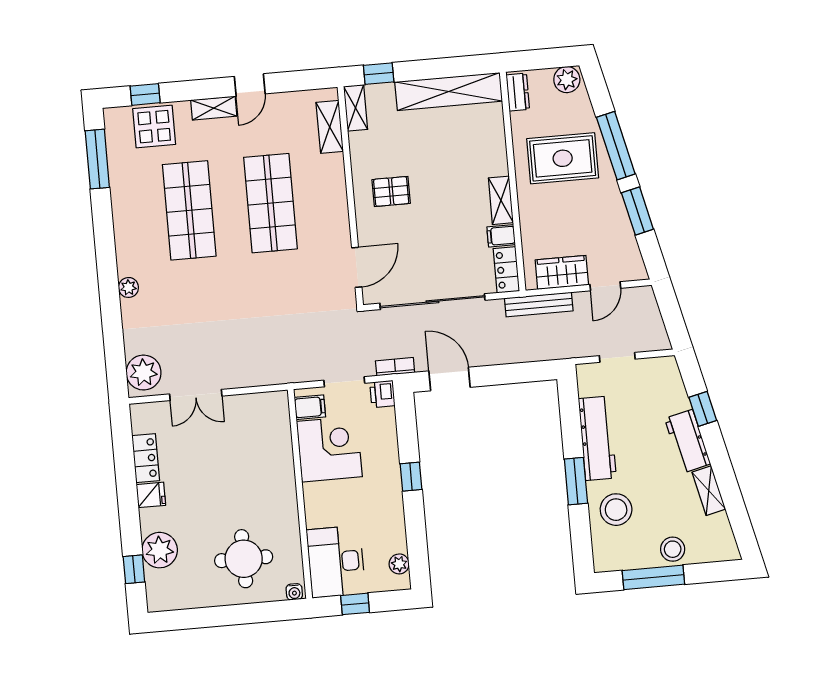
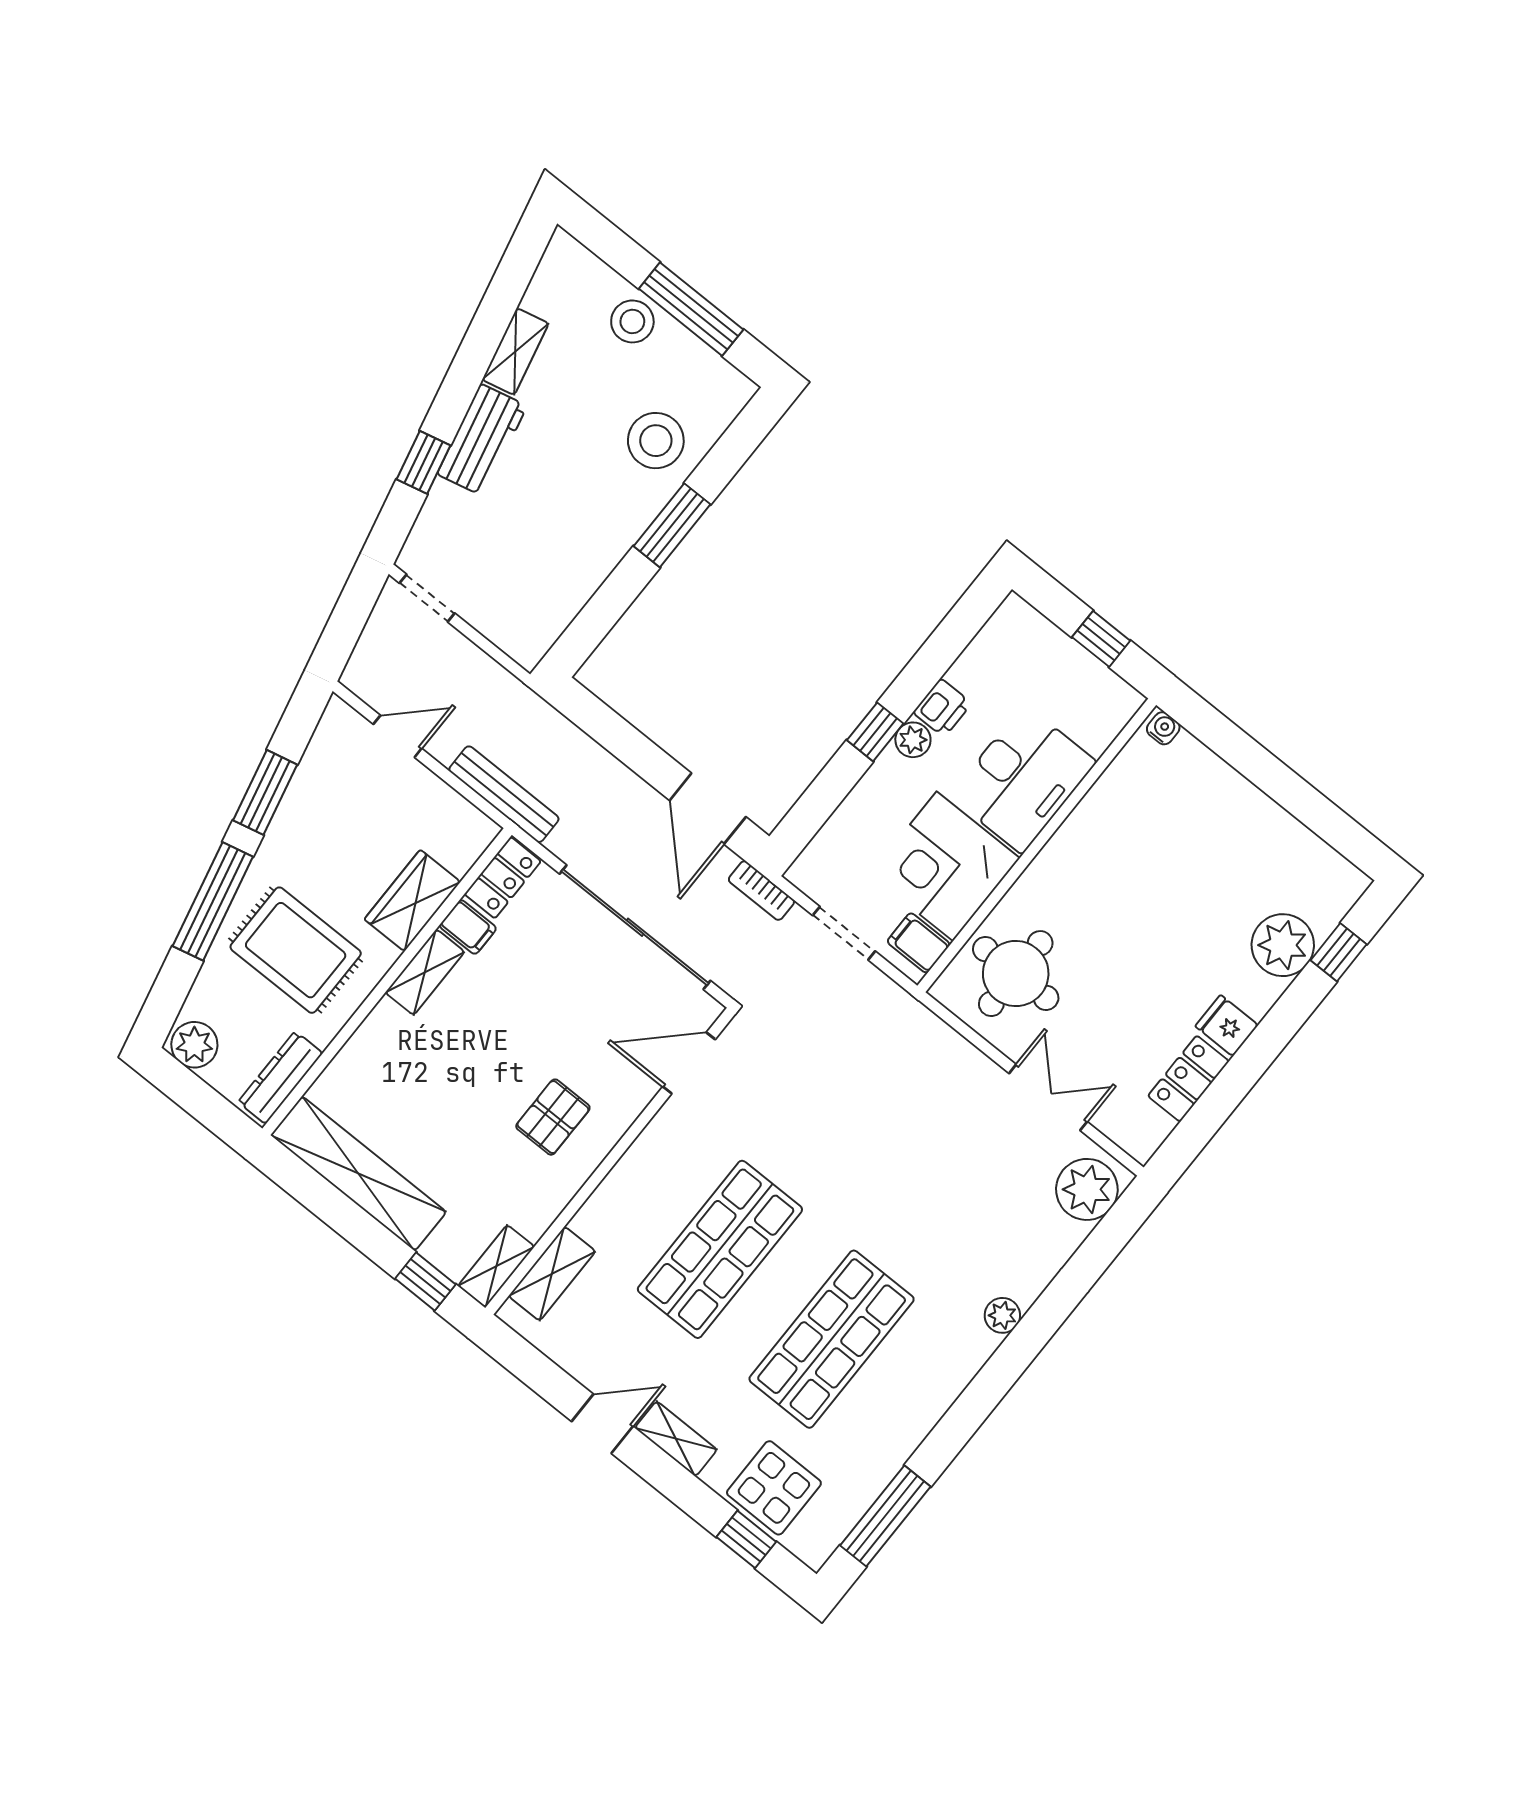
dresser: (518, 92) -> (280, 1078), width x1.44
pallet: (391, 191) -> (553, 1117), turned 90
wardrobe: (562, 272) -> (412, 901), moved, turned 90
doorway: (617, 357) -> (427, 598), moved
printer: (382, 394) -> (942, 708), moved
workbench: (597, 438) -> (593, 554), removed
round table: (244, 559) -> (1016, 974), moved
desk: (336, 562) -> (1023, 779), moved
plant: (399, 564) -> (913, 740), moved

